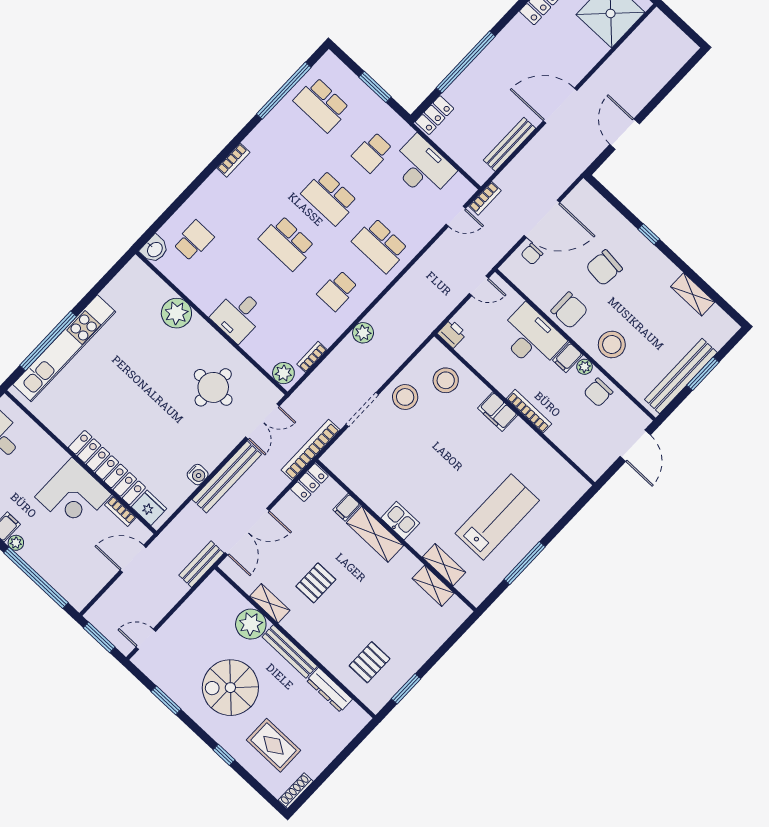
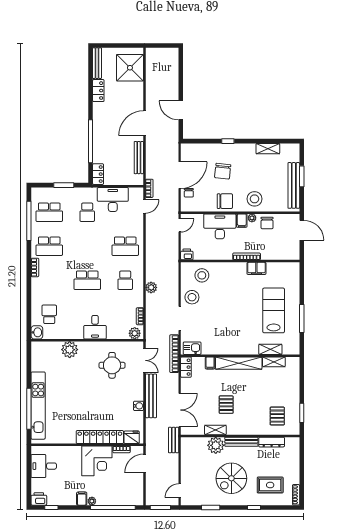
school desk: (330, 198) -> (49, 246), moved
filing cabinet: (498, 412) -> (256, 268), moved
kitchen sink: (400, 521) -> (192, 348), moved
shelving: (375, 534) -> (239, 363), width x1.47

